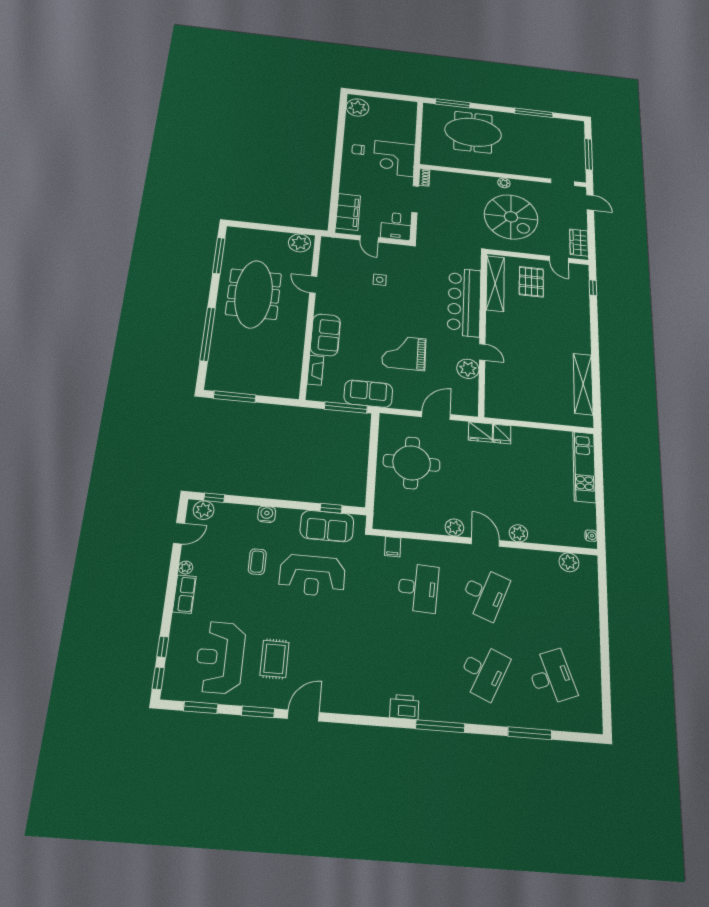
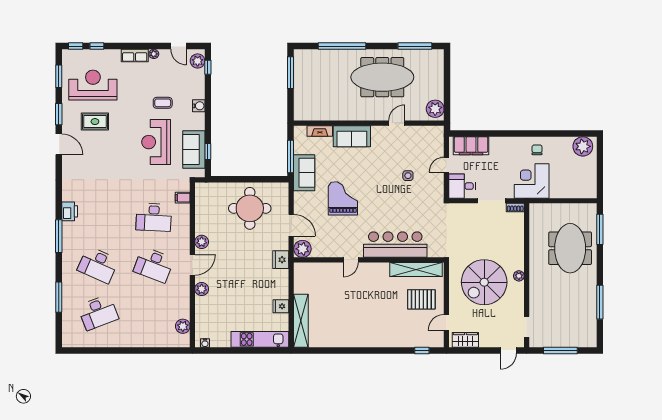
plant: (468, 369) -> (302, 249), moved
shelving: (583, 384) -> (301, 321), moved, turned 90
fridge: (502, 434) -> (281, 306), moved

